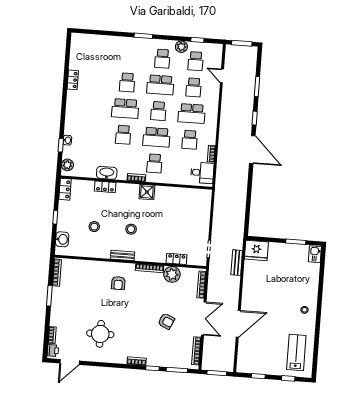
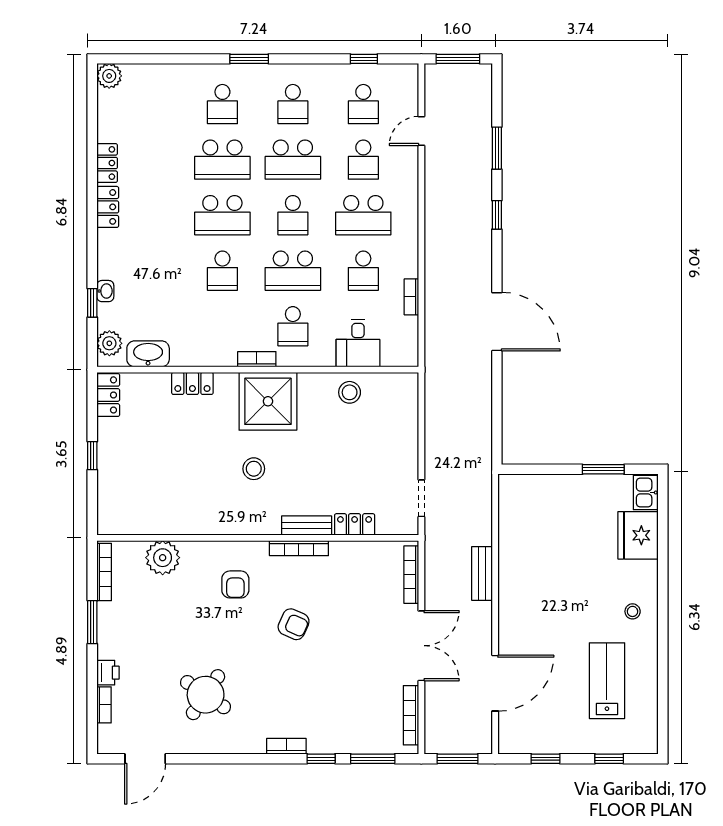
plant: (181, 47) -> (109, 76), moved
school desk: (129, 56) -> (222, 104), added
door: (222, 76) -> (421, 131), hinge flipped
school desk: (127, 82) -> (222, 160), width x1.85
locker: (71, 101) -> (108, 207), added
door: (252, 150) -> (497, 322), moved
washbasin: (107, 173) -> (148, 354), moved
desk: (202, 173) -> (358, 343), moved, turned 90
shower: (147, 192) -> (268, 401), width x1.86, depth x1.86
stool: (94, 227) -> (350, 392), moved
washbasin: (62, 239) -> (110, 501), removed
fridge: (256, 250) -> (638, 535), moved, turned 90
bench: (123, 255) -> (307, 526), moved
bench: (237, 263) -> (482, 573), moved
plant: (172, 274) -> (163, 558), moved
armchair: (166, 321) -> (294, 624), moved
door: (238, 324) -> (495, 683), moved
round table: (100, 334) -> (206, 695), turned 34
printer: (53, 350) -> (108, 673), moved
lab bench: (296, 352) -> (607, 681), moved

